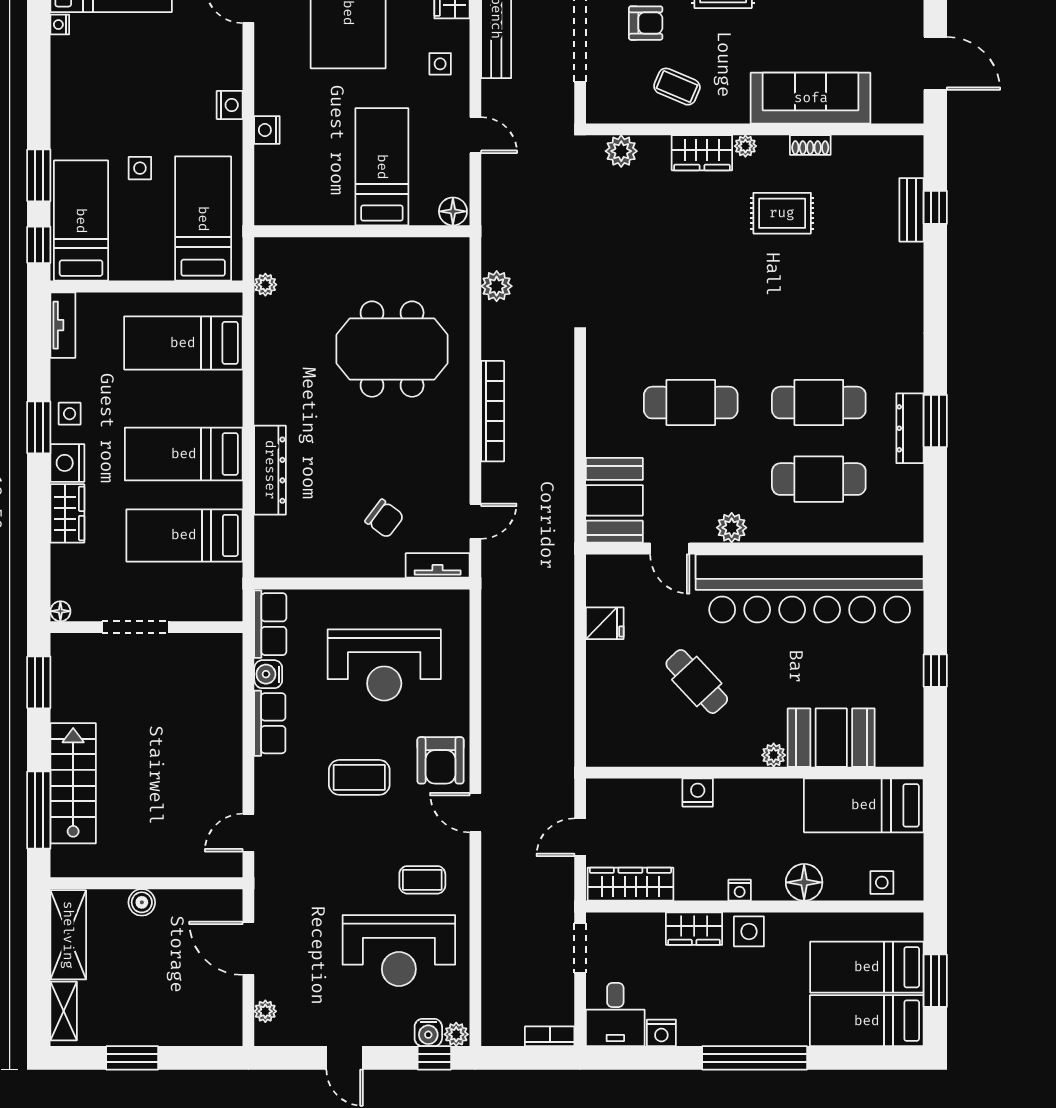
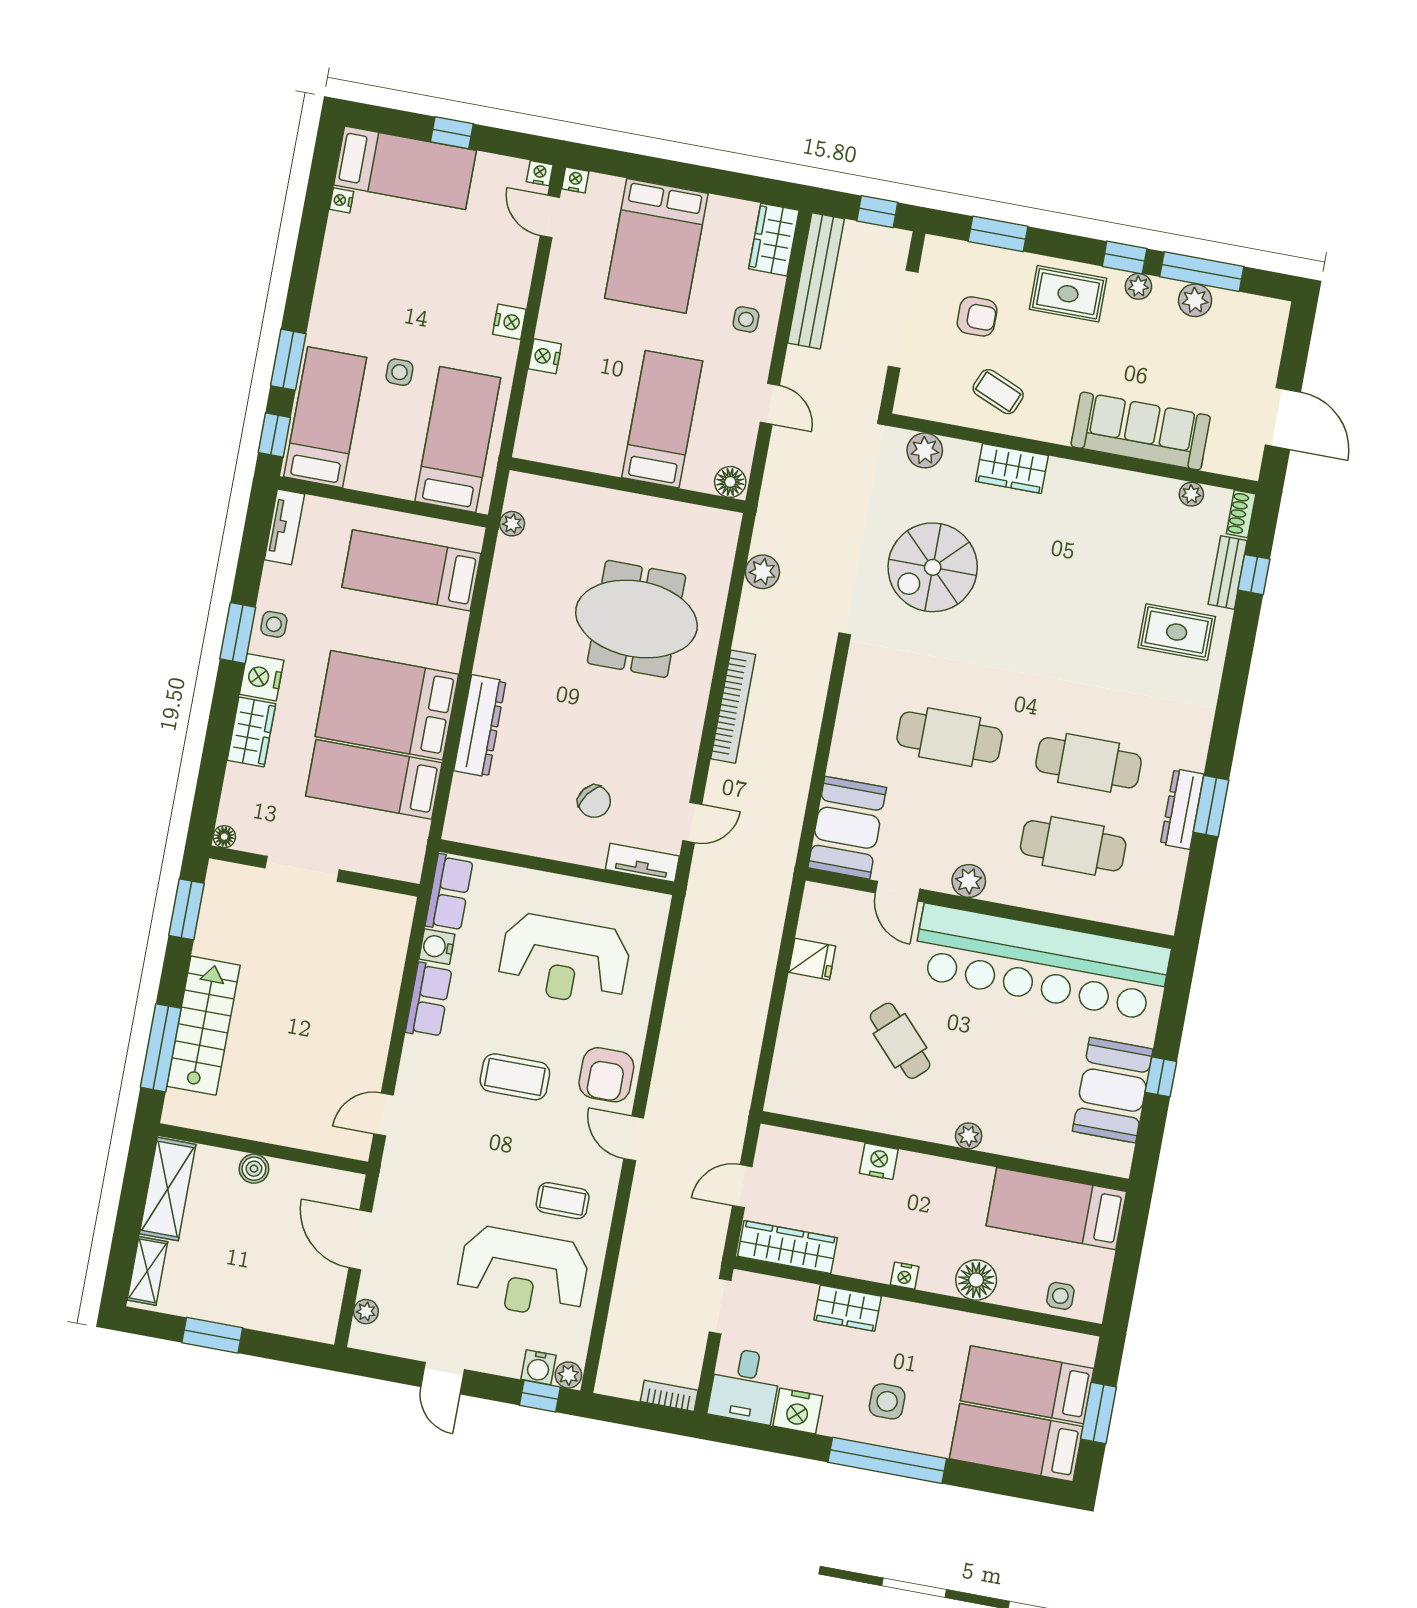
shoe rack: (810, 145) -> (1241, 514), moved, turned 90
plant: (745, 146) -> (1191, 494), moved
rug: (782, 213) -> (1177, 632), moved
spiral stairs: (648, 254) -> (933, 567), added
bed: (184, 454) -> (387, 705), width x1.50
booth: (831, 738) -> (1113, 1090), moved, turned 90
side table: (749, 931) -> (887, 1401), moved
nightstand: (661, 1033) -> (798, 1411), width x1.36, depth x1.33

